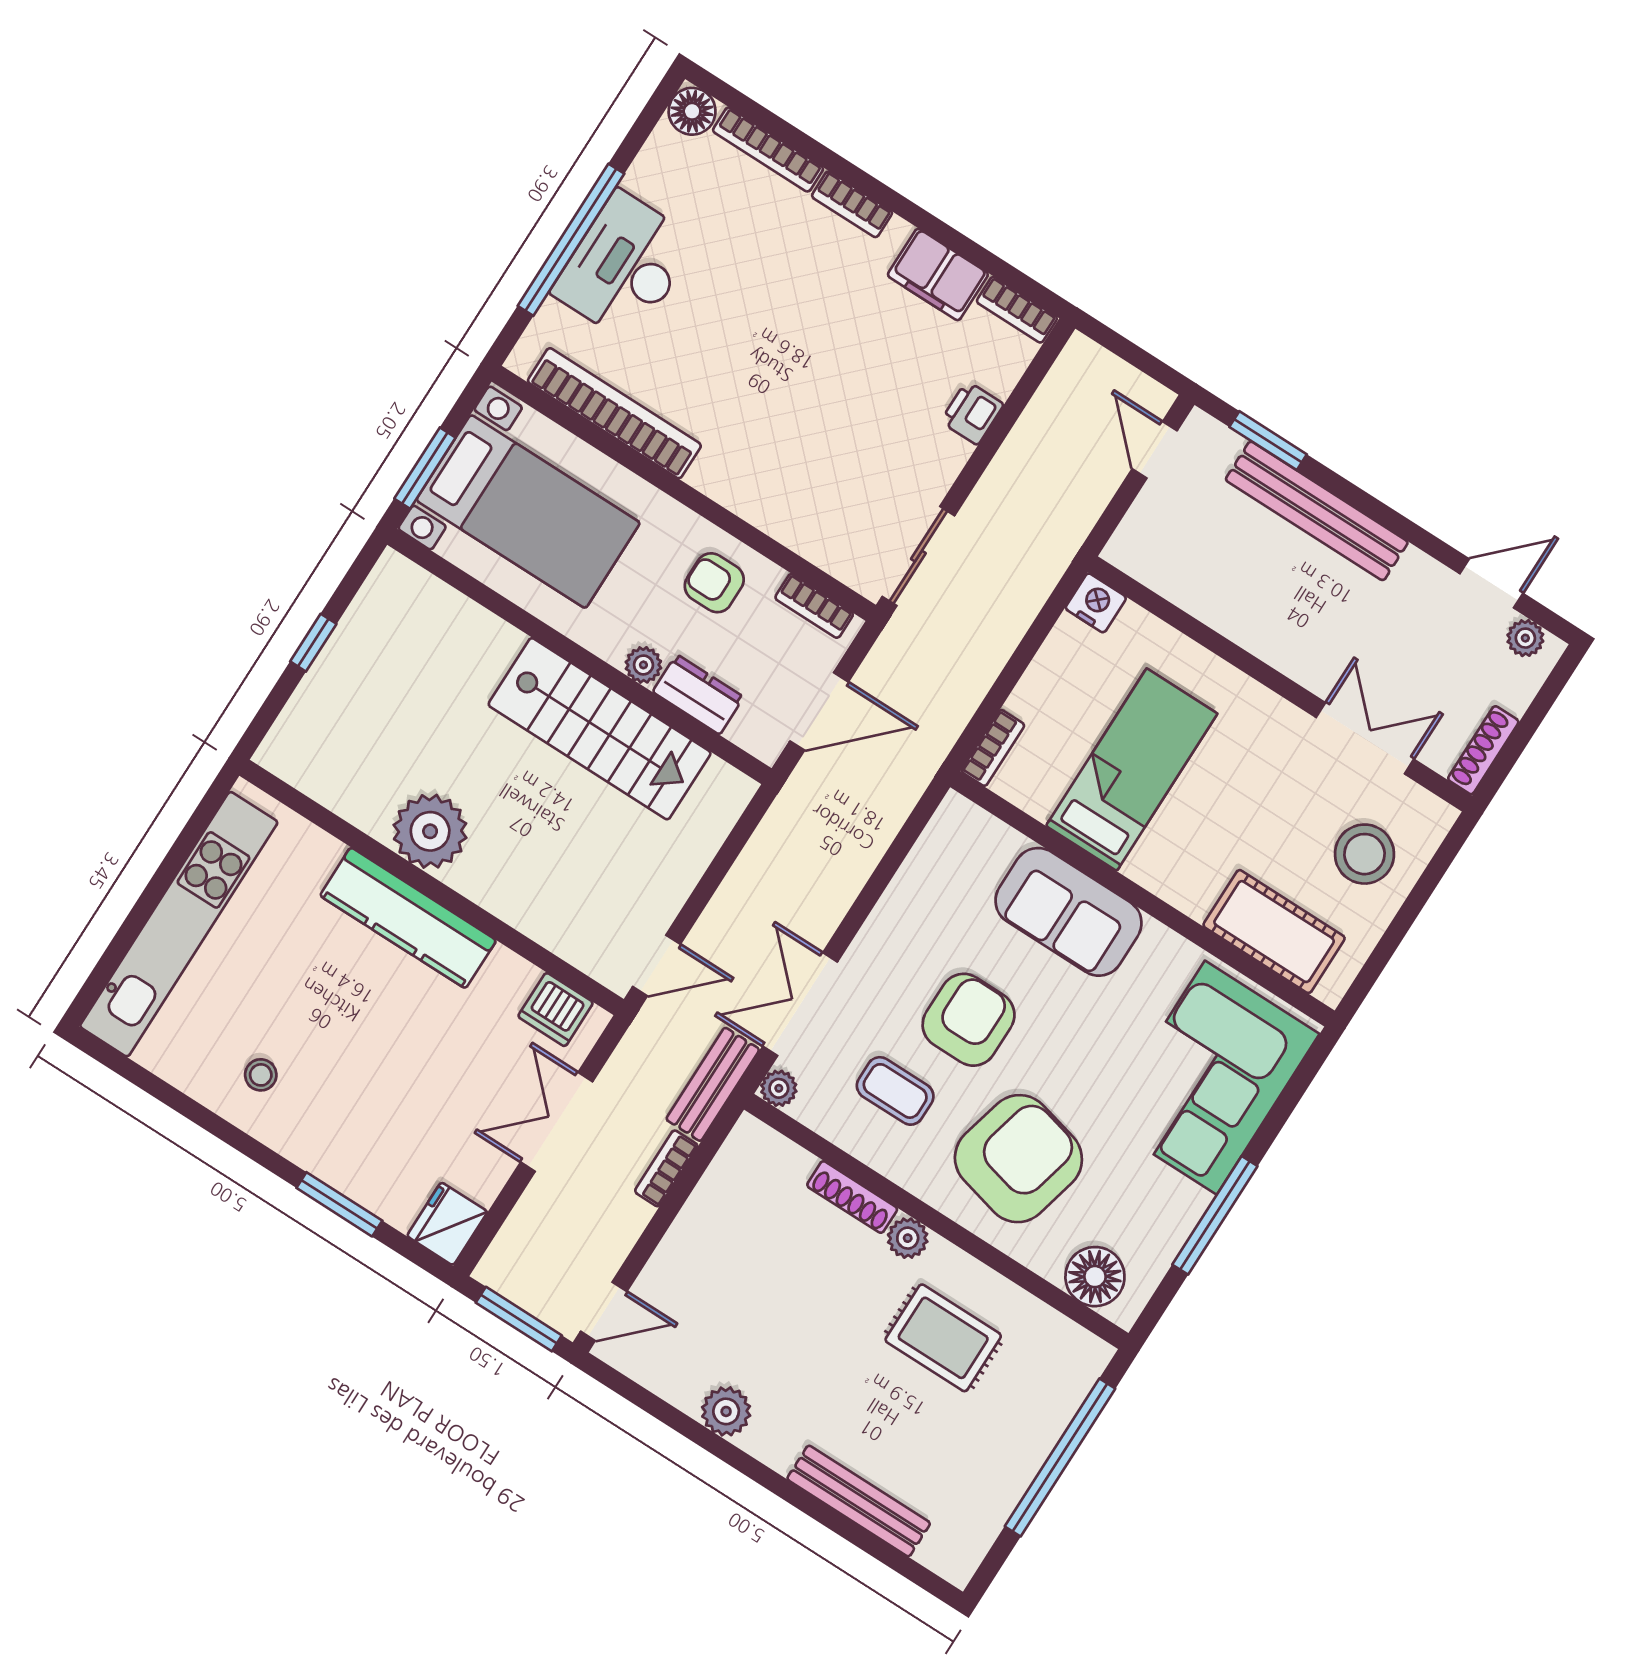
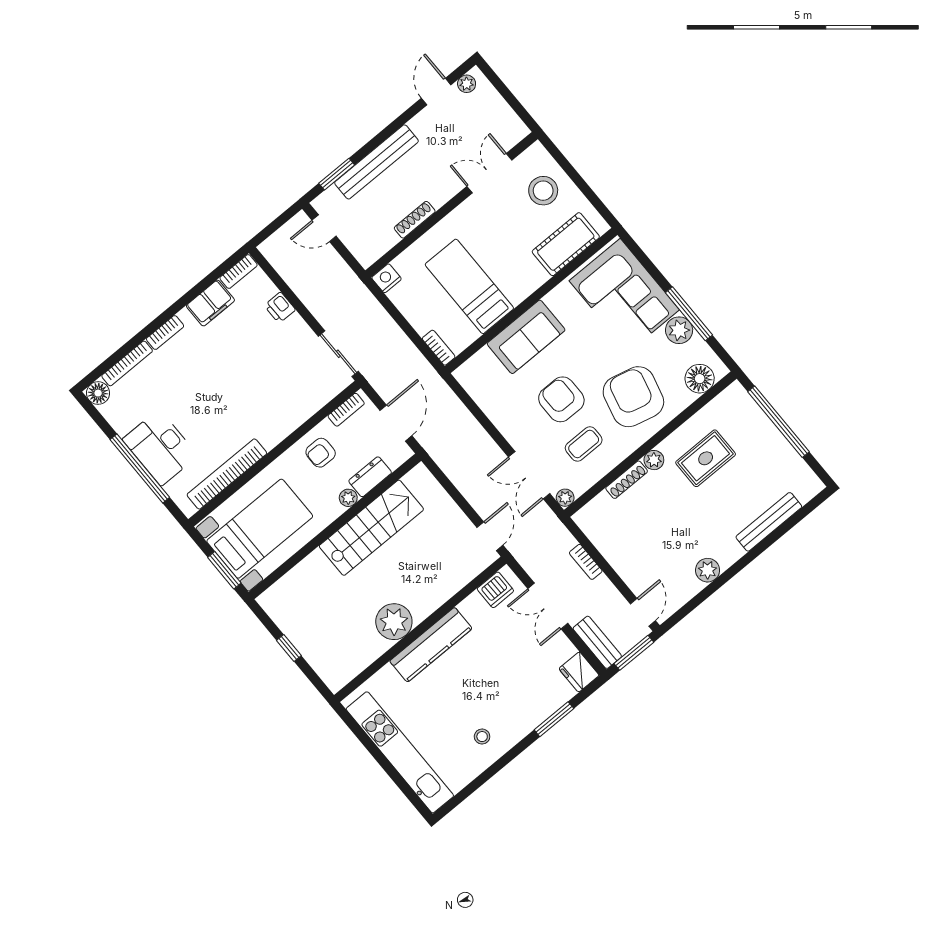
shoe rack: (1483, 750) -> (415, 220), moved, turned 90
bench: (713, 1084) -> (597, 642), moved
plant: (1177, 1206) -> (679, 330), added

